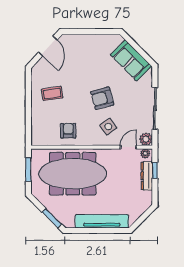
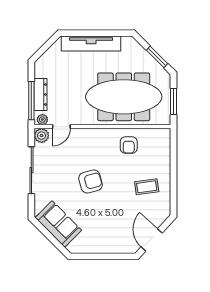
side table: (108, 127) -> (84, 150), removed
window: (155, 170) -> (31, 101), width x2.17
window: (52, 218) -> (157, 57), moved

